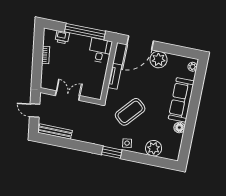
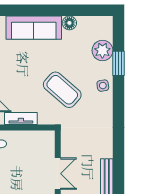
double door: (68, 96) -> (58, 174), swing flipped
window: (112, 152) -> (118, 63), moved

